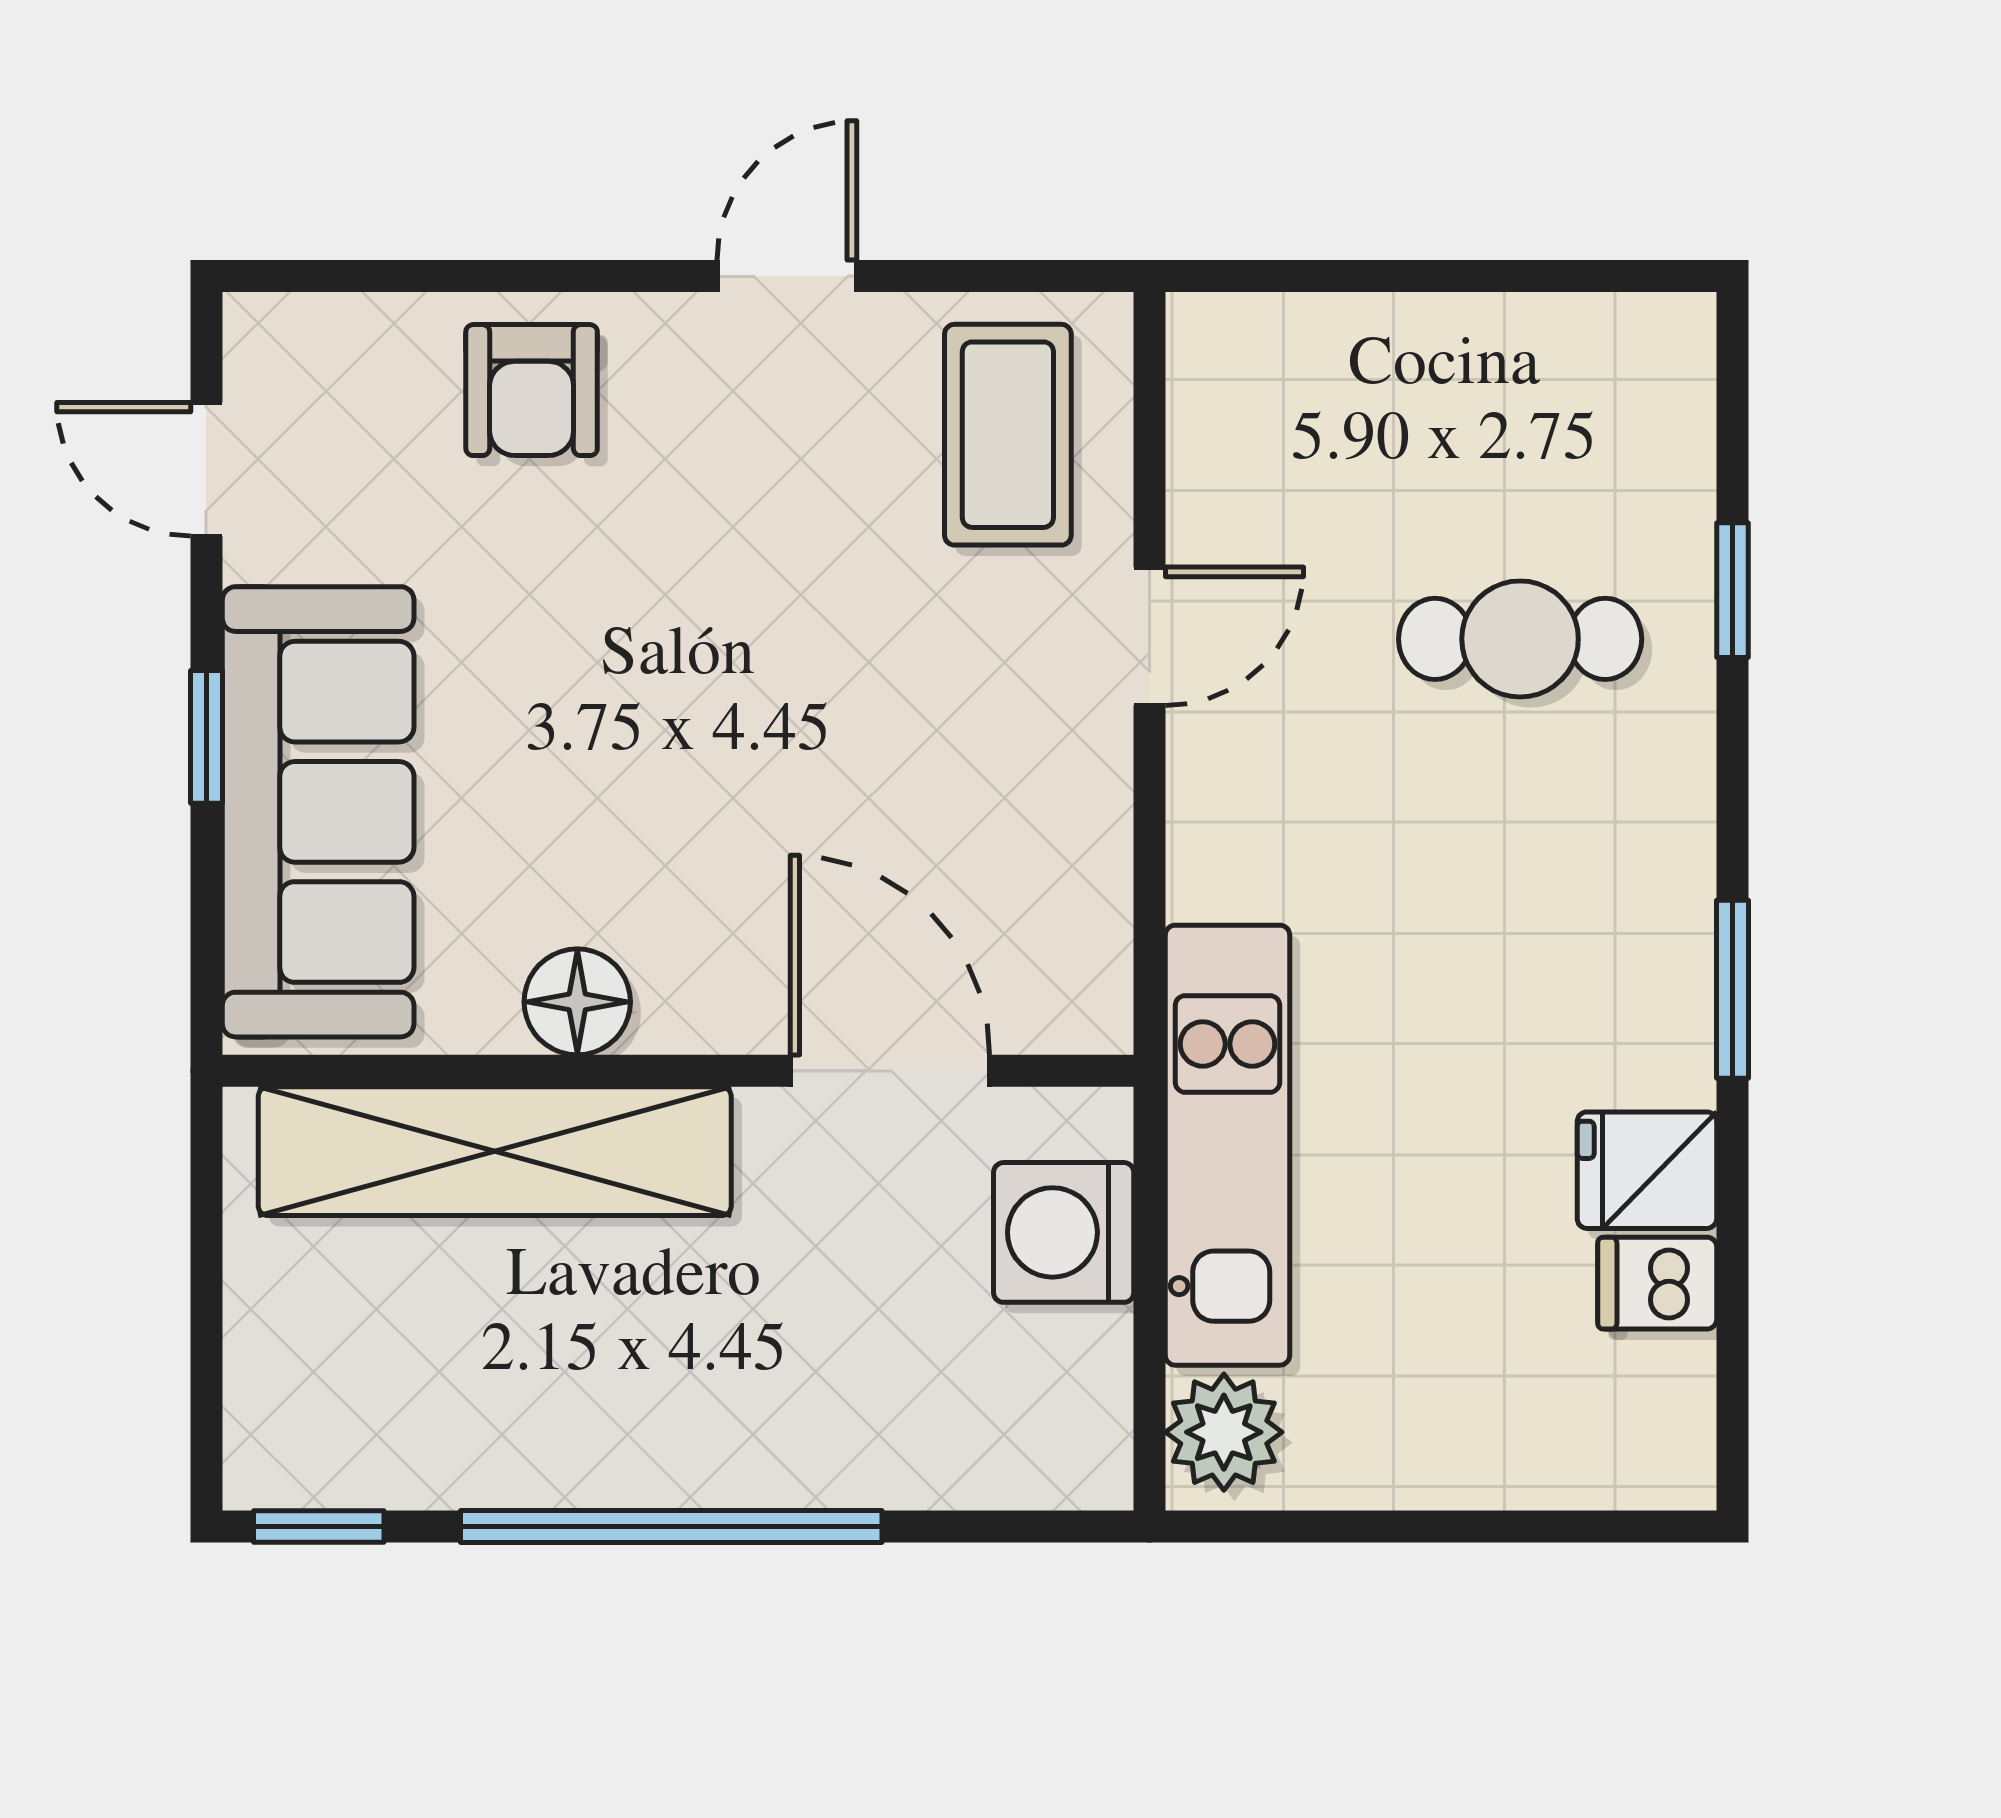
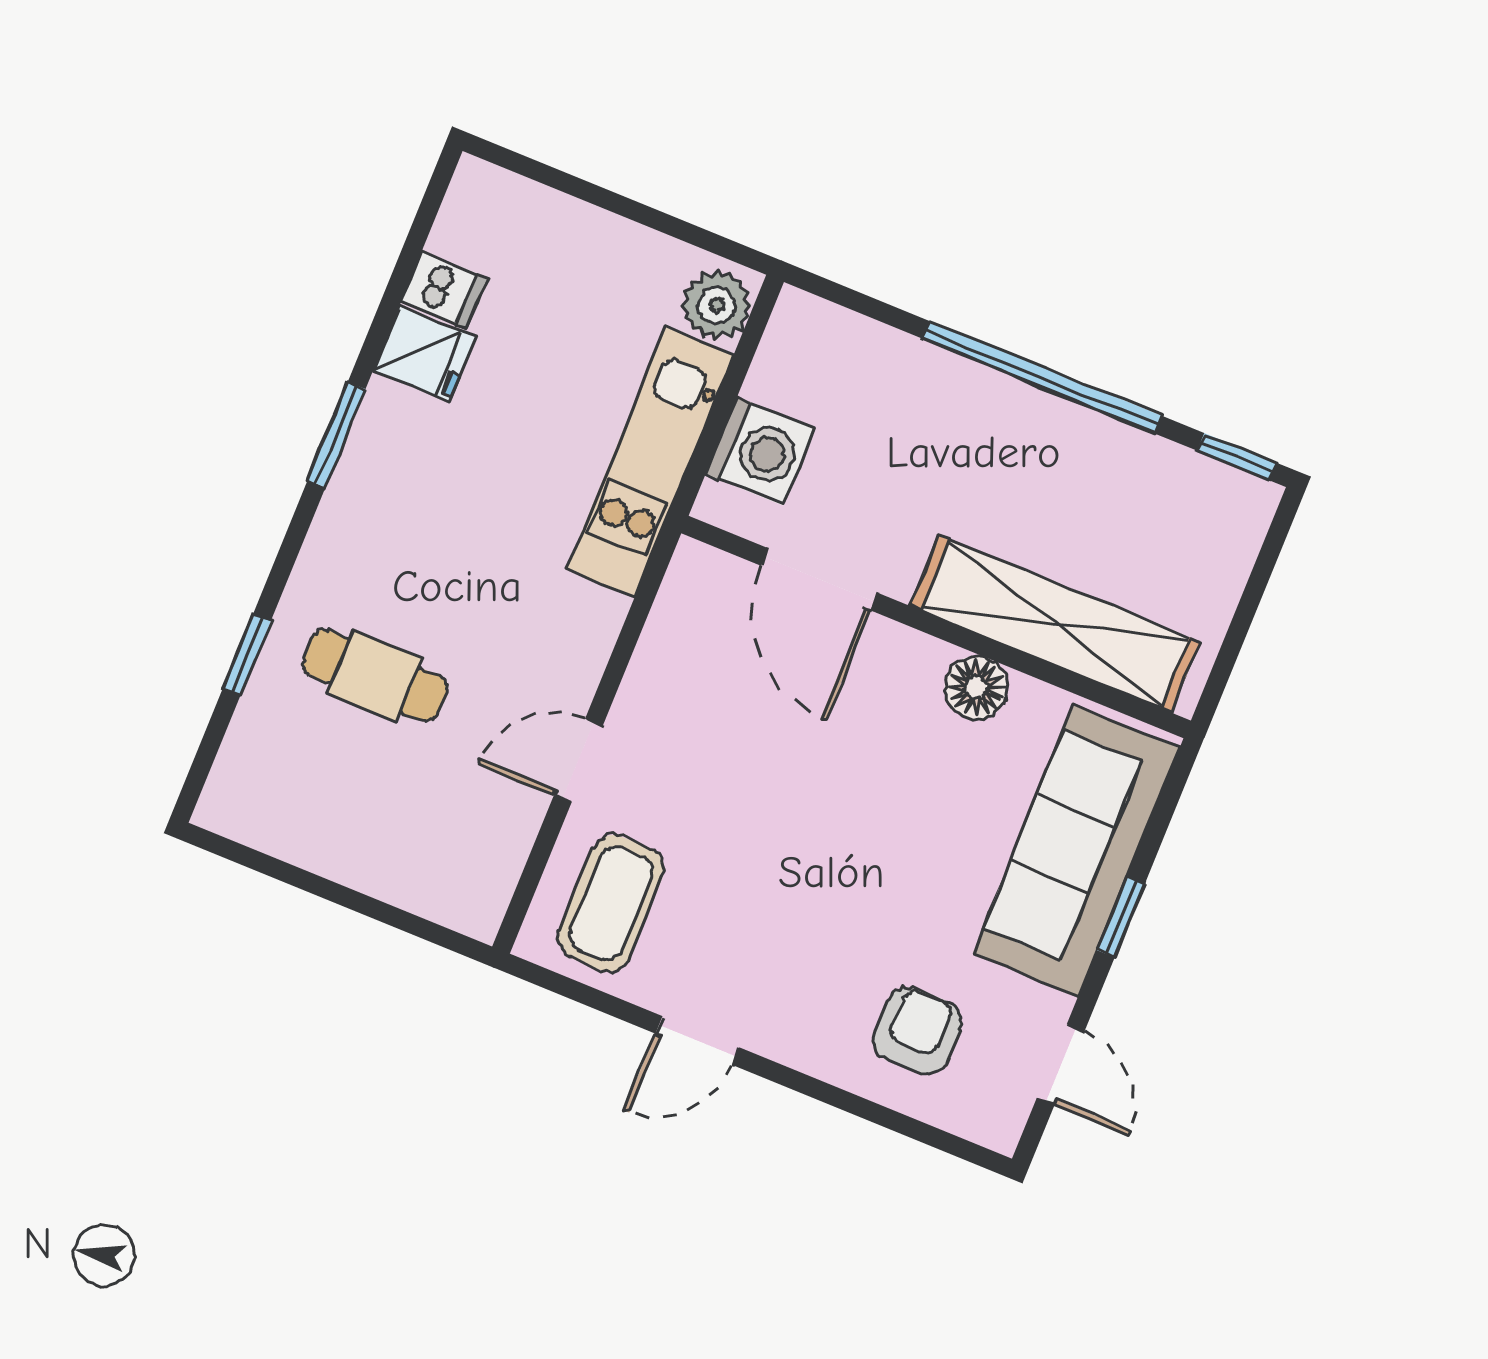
armchair: (532, 390) -> (917, 1031), moved

